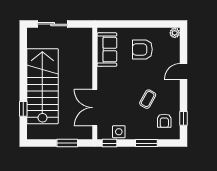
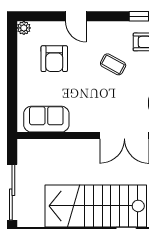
sliding door: (53, 24) -> (12, 192), width x1.37
armchair: (142, 49) -> (54, 59), moved

